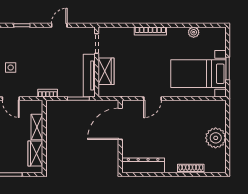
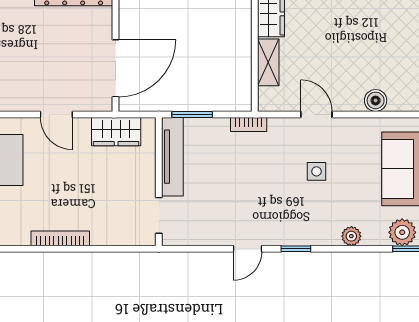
door: (59, 25) -> (247, 249), moved
wardrobe: (106, 71) -> (116, 132), moved, turned -90
door: (153, 99) -> (56, 114), swing flipped

